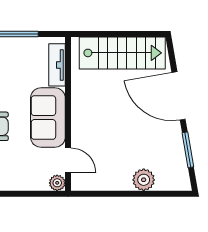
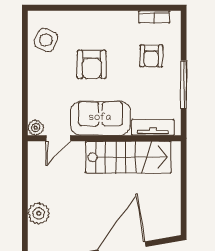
stairs: (122, 53) -> (128, 157), moved, turned -90

